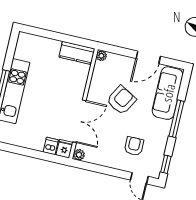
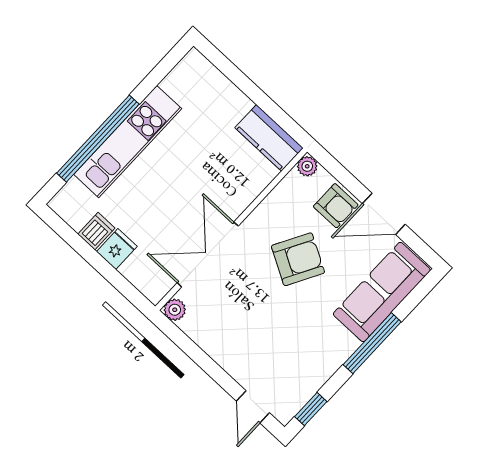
double door: (79, 121) -> (208, 254), swing flipped
dishwasher: (51, 146) -> (96, 231), moved
armchair: (134, 146) -> (336, 206), moved, turned 90
fridge: (65, 149) -> (117, 249), moved

